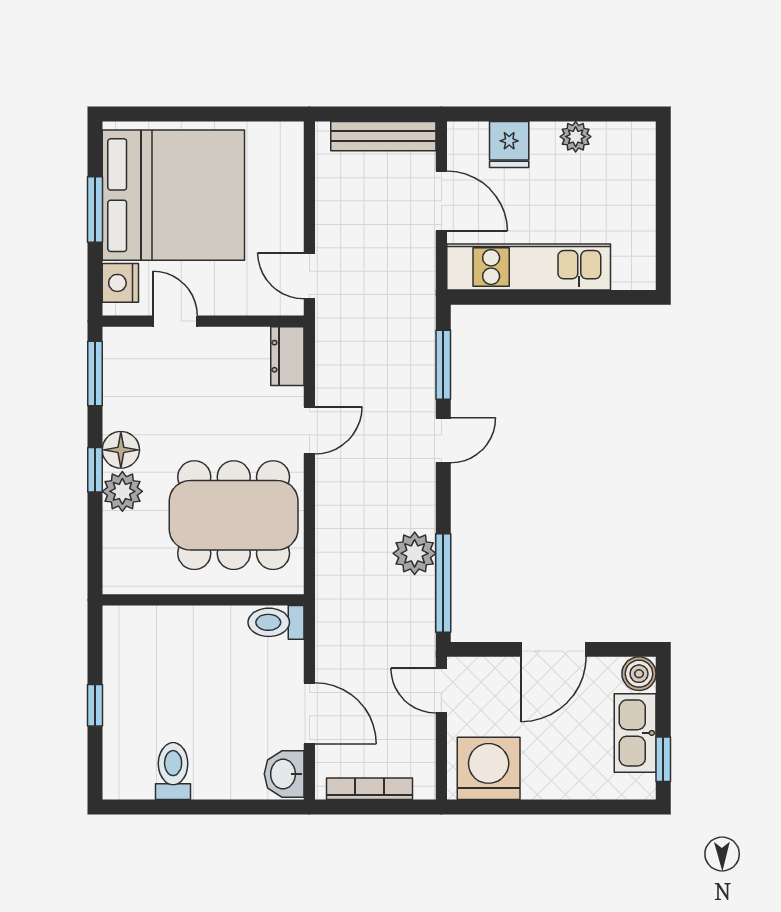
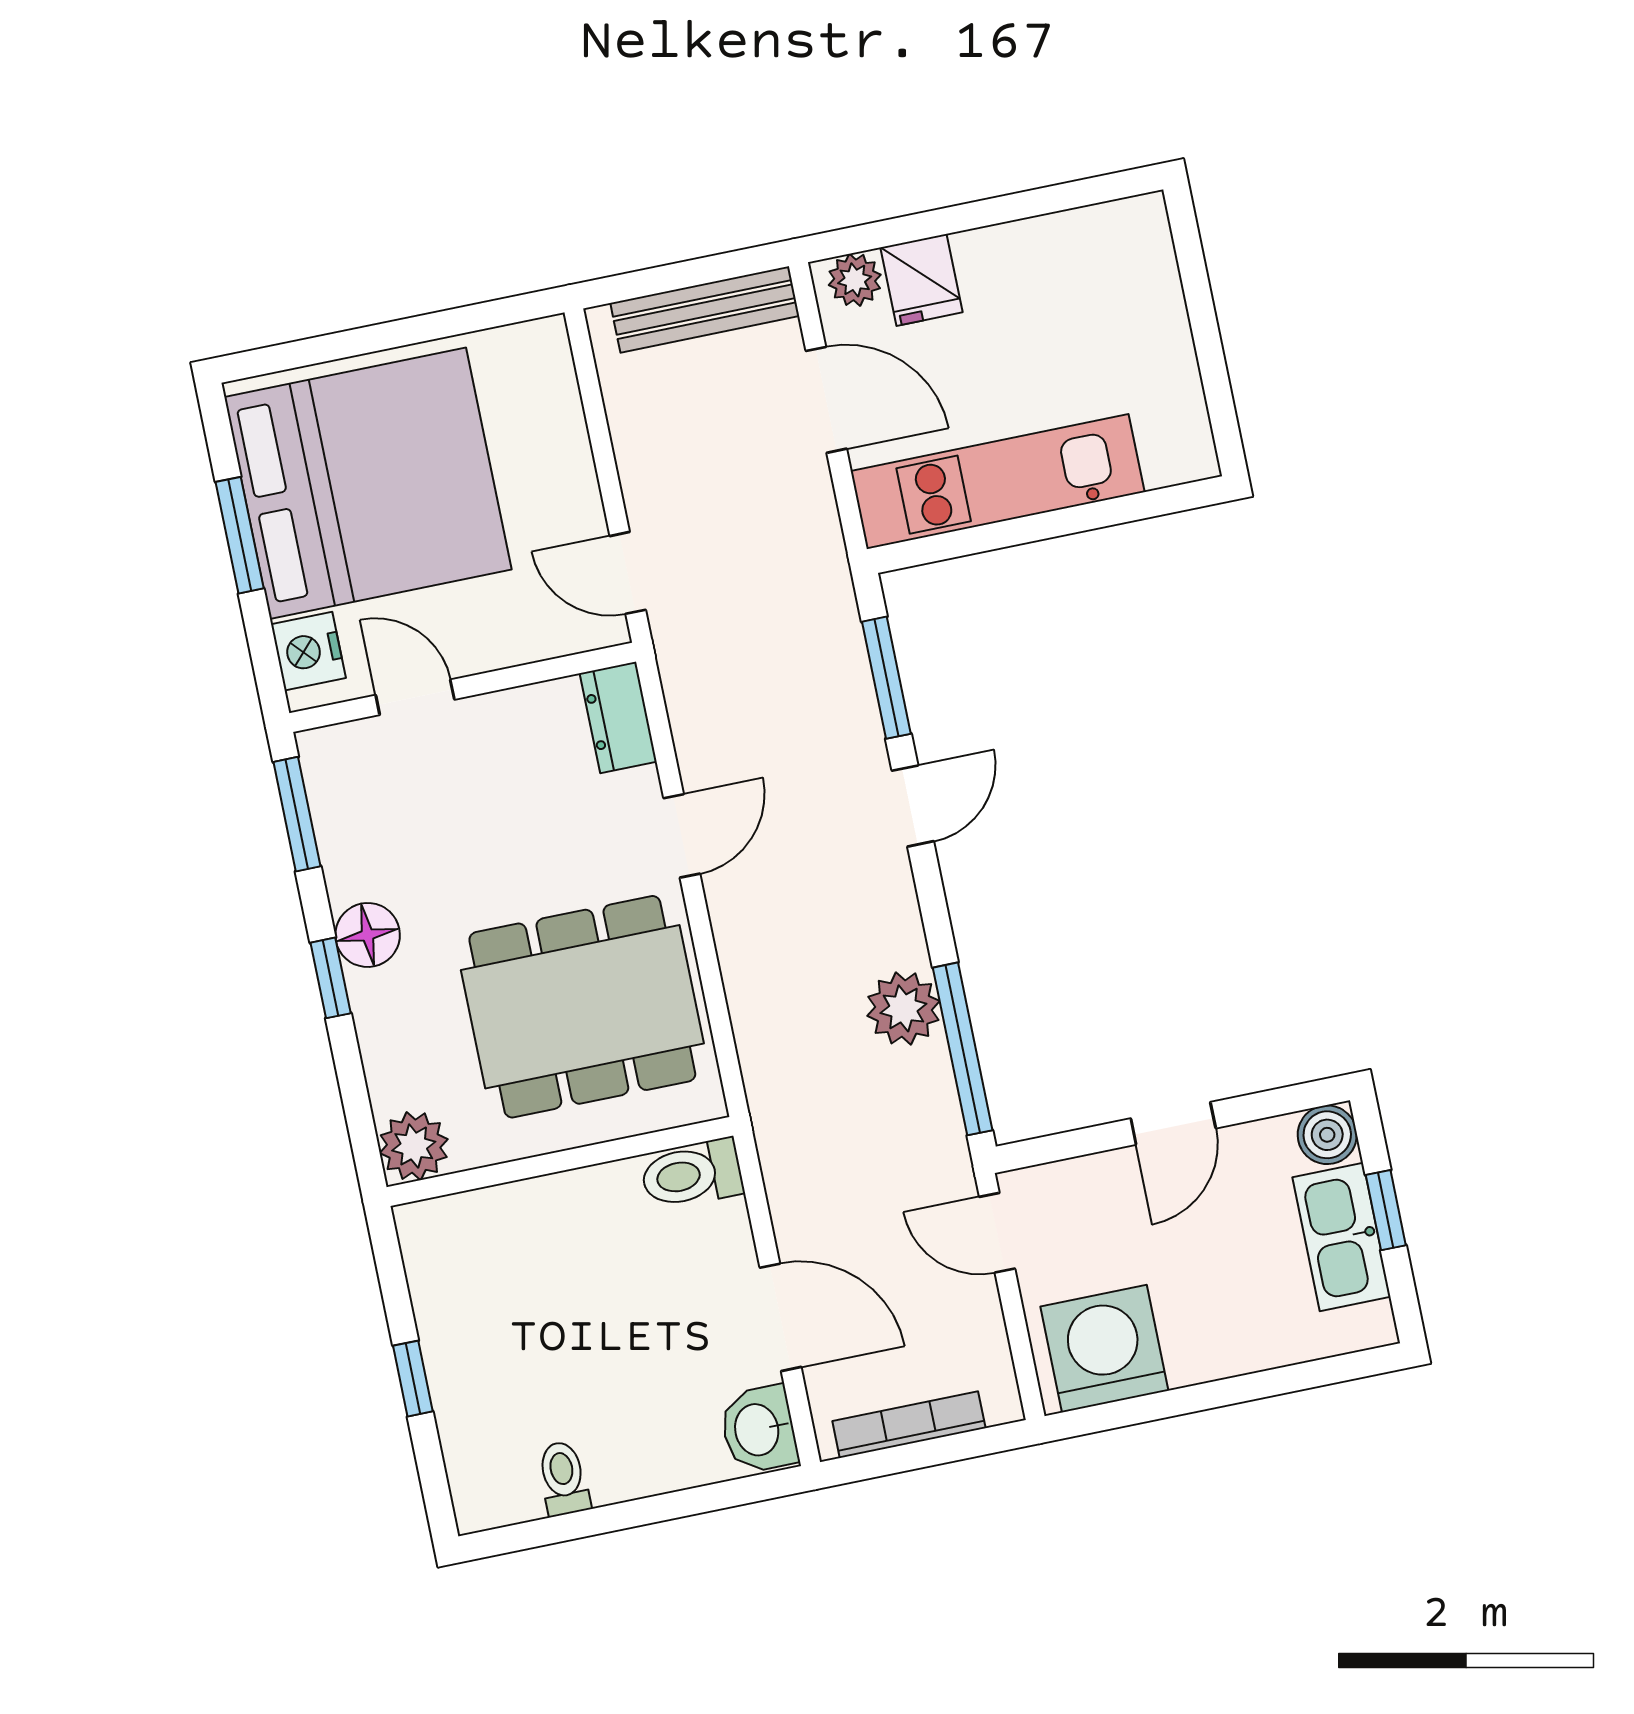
plant: (576, 137) -> (855, 280), moved
plant: (122, 491) -> (414, 1146), moved
door: (553, 649) -> (1173, 1123), width x0.73
window: (663, 759) -> (1386, 1210), moved
toilet: (173, 771) -> (563, 1478), width x0.73, depth x0.72

